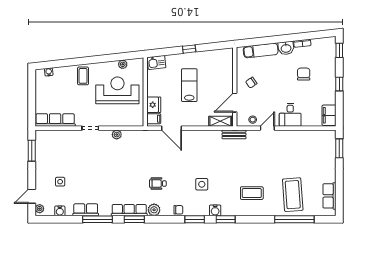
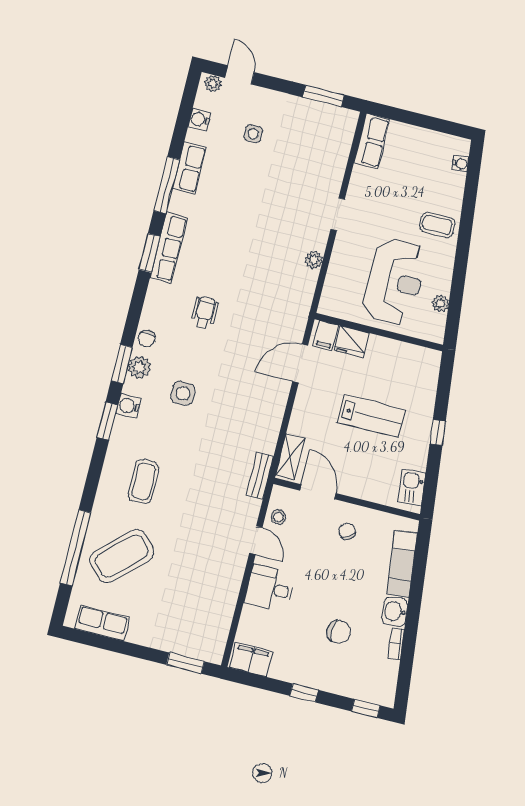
kitchen sink: (156, 62) -> (412, 487), moved
row of seats: (55, 120) -> (372, 141), width x0.68
coffee table: (293, 195) -> (122, 556), turned -40
plant: (154, 210) -> (139, 367), moved

